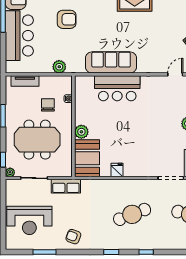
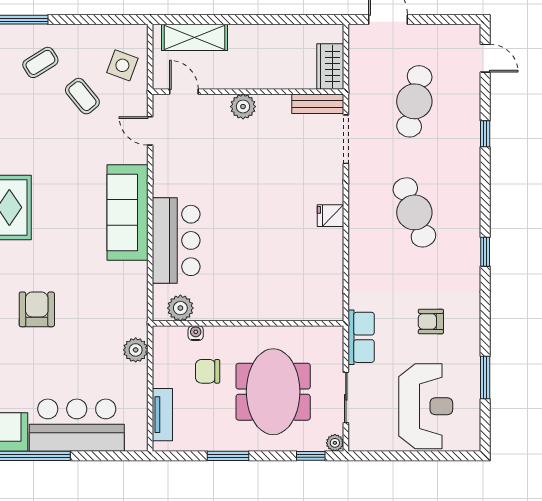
armchair: (67, 19) -> (37, 309), moved
sofa: (111, 62) -> (128, 213), moved
plant: (81, 132) -> (180, 308), moved
booth: (87, 158) -> (308, 298), removed
fridge: (117, 170) -> (330, 216), moved
armchair: (73, 237) -> (431, 321), moved, turned 70
window: (146, 252) -> (485, 134), moved

